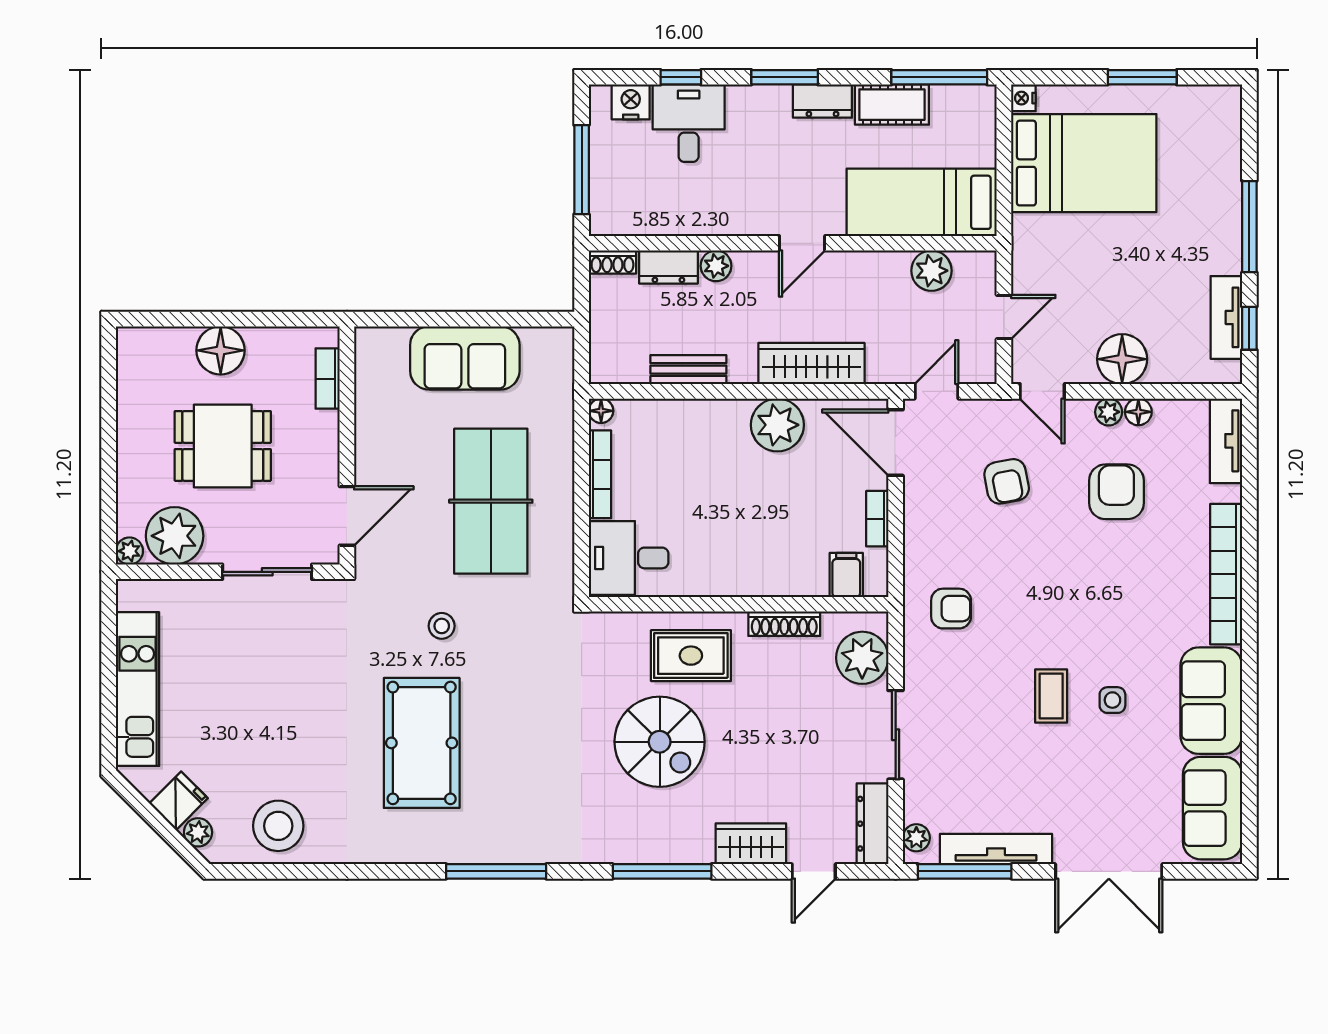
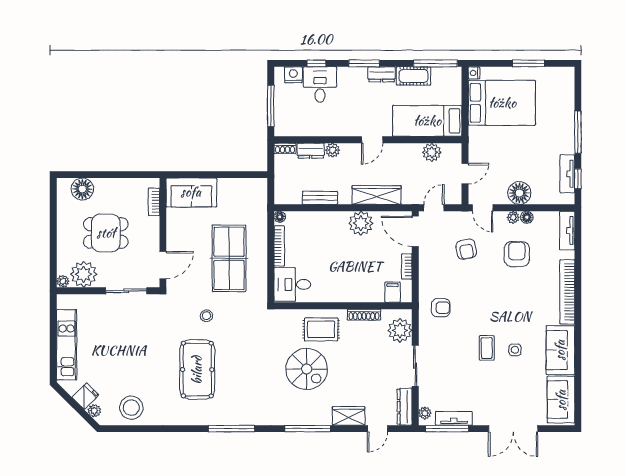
floor lamp: (221, 350) -> (82, 189), moved
sofa: (465, 358) -> (191, 192), moved
tv unit: (996, 849) -> (454, 418), width x0.71

